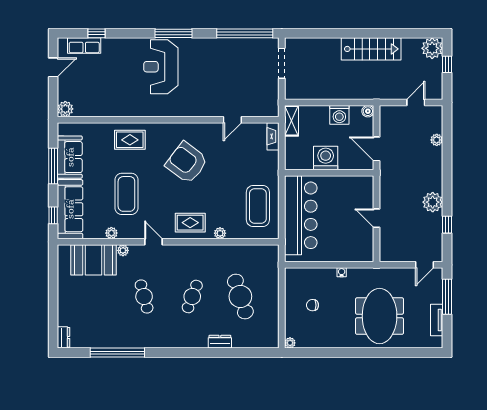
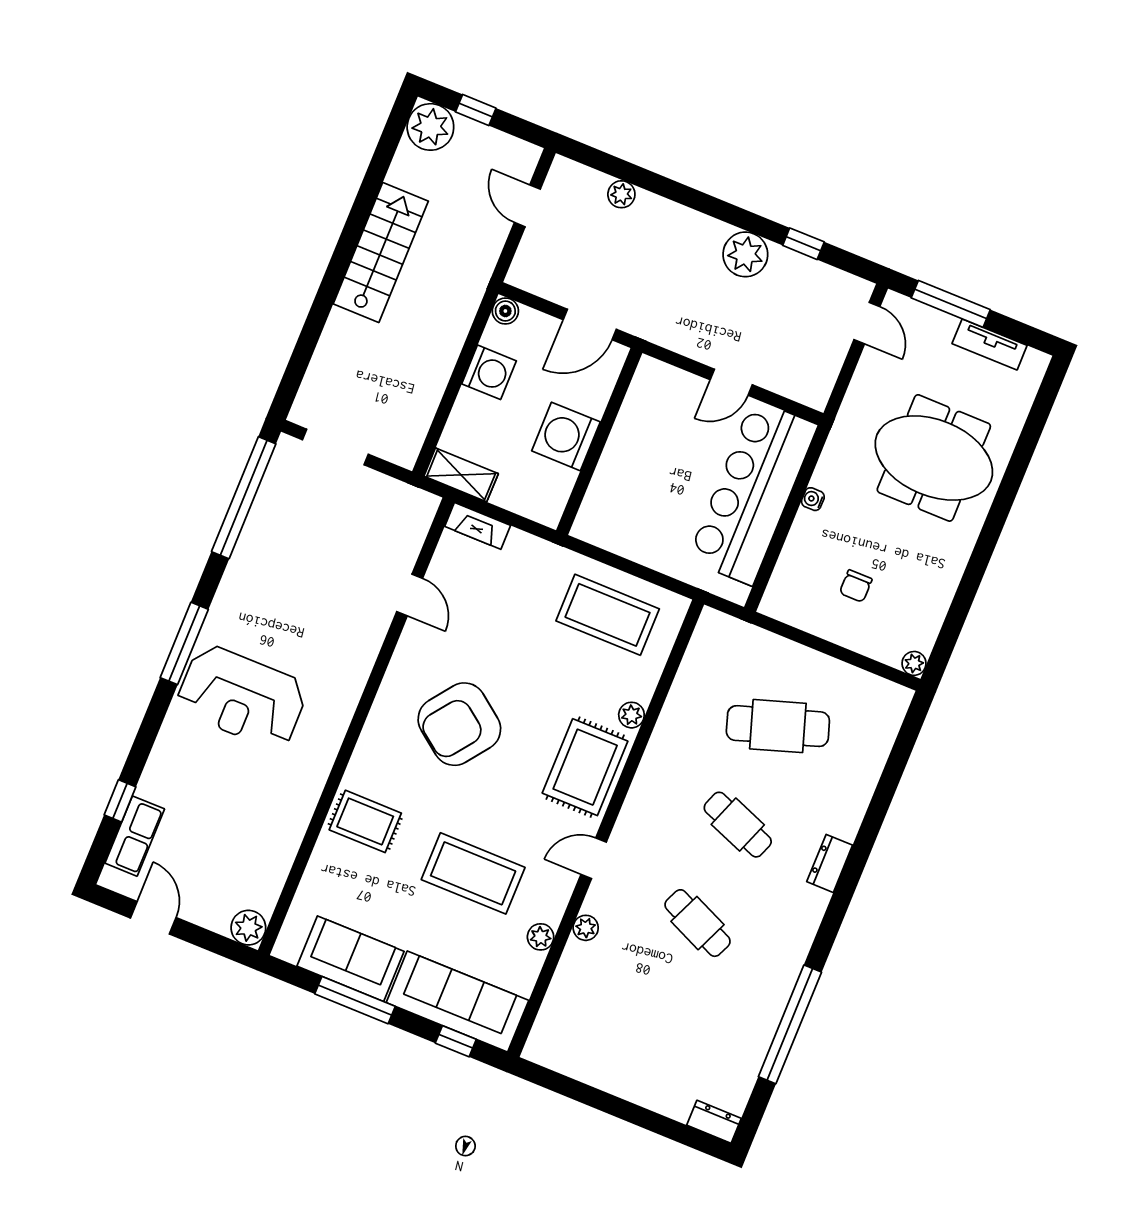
rug: (130, 140) -> (365, 821), turned 90
bar counter: (301, 215) -> (753, 492), moved, turned -90
rug: (190, 223) -> (585, 767), width x1.36, depth x1.43
booth: (93, 260) -> (581, 996), removed
cafe table: (144, 296) -> (698, 923), turned 39
dresser: (220, 342) -> (830, 863), moved

